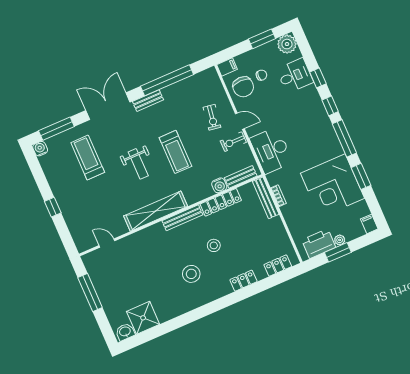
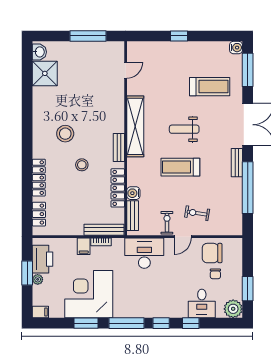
filing cabinet: (227, 67) -> (84, 246), moved
bench: (182, 218) -> (119, 148), width x0.73
locker: (243, 281) -> (39, 178), width x1.53

